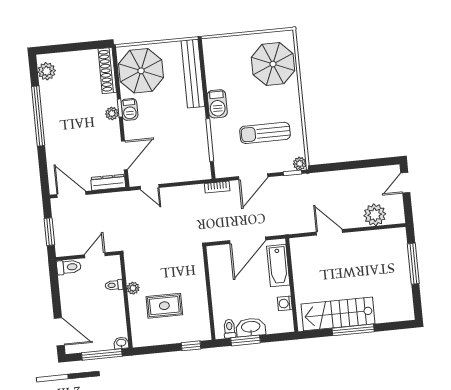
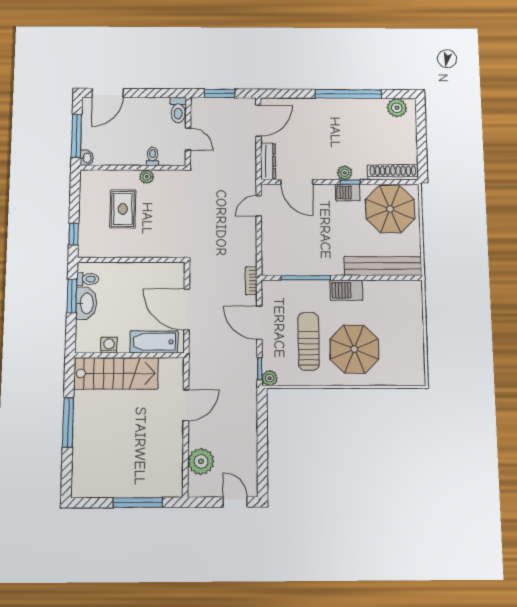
parasol: (273, 64) -> (354, 349), moved
stairs: (338, 314) -> (116, 373), moved, turned 90

